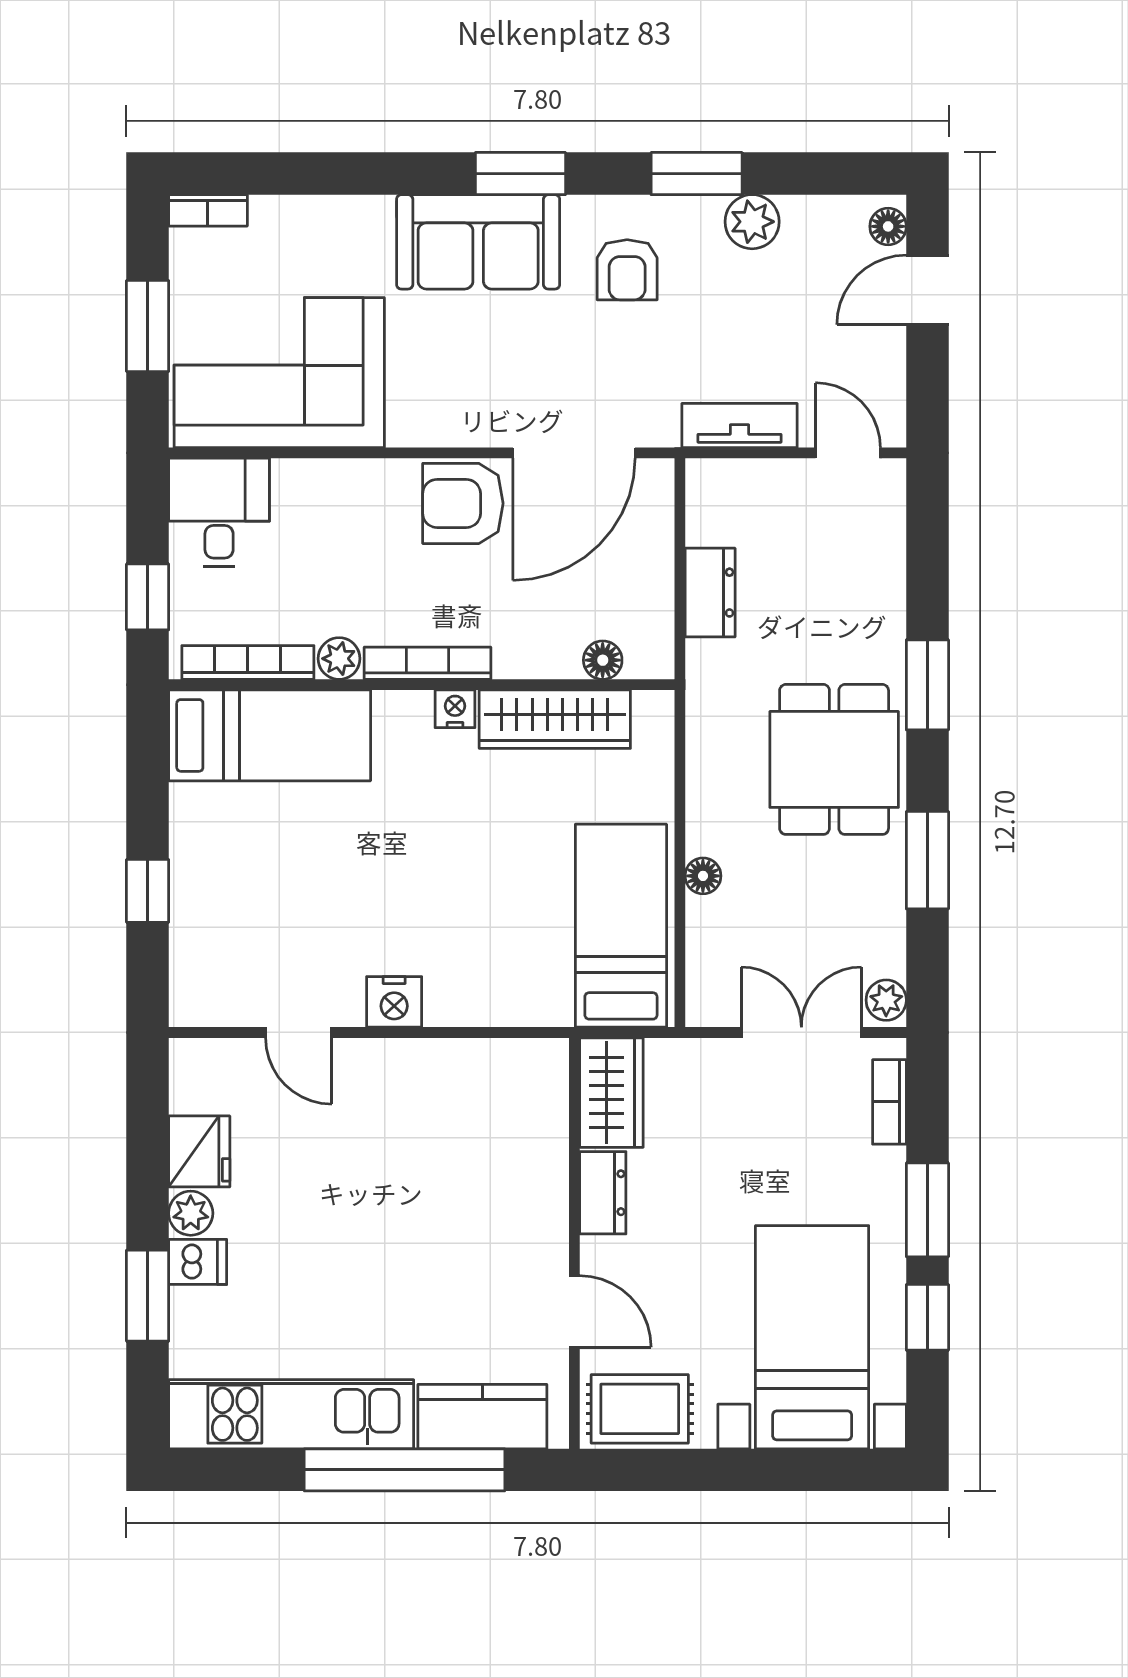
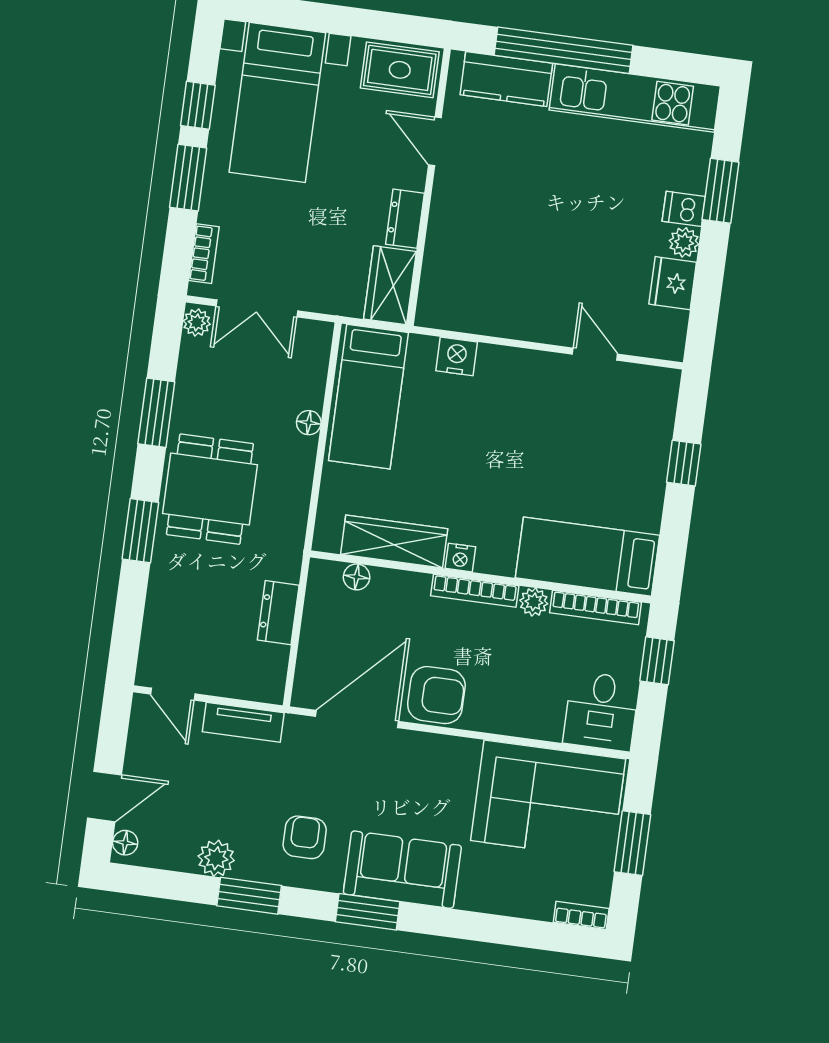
nightstand: (394, 1002) -> (457, 356), moved

